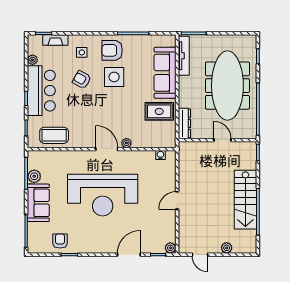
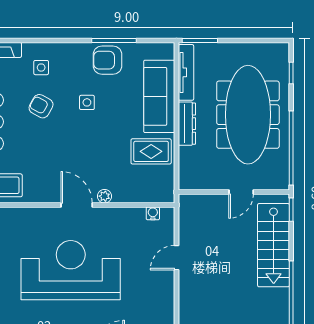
armchair: (112, 50) -> (107, 60), moved
side table: (114, 77) -> (87, 102), width x0.54, depth x0.54
dresser: (184, 123) -> (187, 124), moved
door: (223, 140) -> (241, 192), swing flipped
reception desk: (103, 195) -> (71, 270), turned 180
door: (177, 200) -> (177, 258), moved
stairs: (245, 200) -> (274, 245), moved

